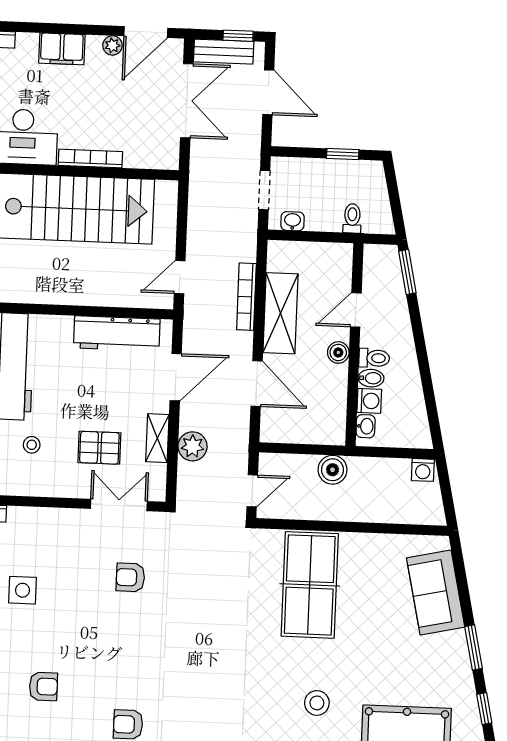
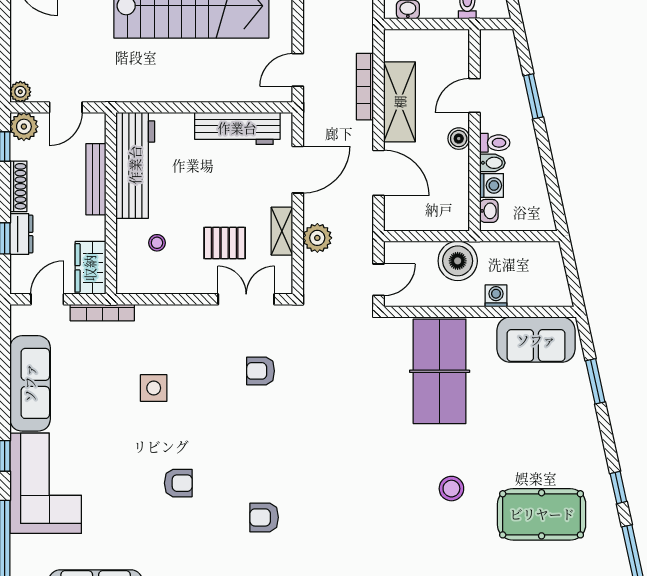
window: (407, 272) -> (533, 96), moved
boiler: (333, 470) -> (458, 261), width x1.37, depth x1.37
washing machine: (423, 470) -> (496, 296), moved, turned 180
sofa: (436, 593) -> (536, 340), moved, turned -78
window: (474, 647) -> (595, 381), moved

